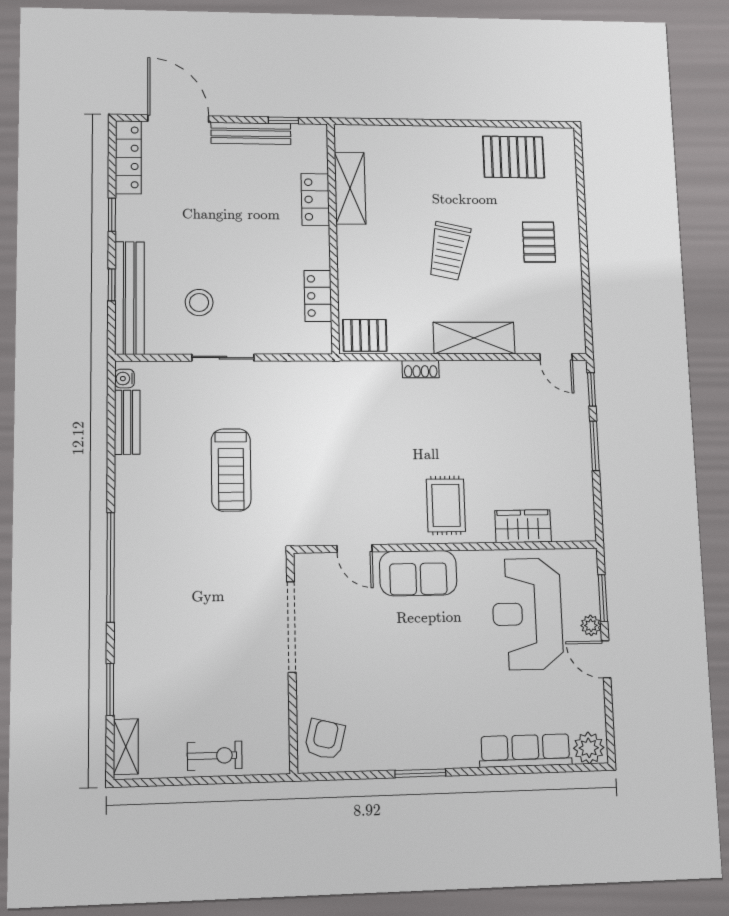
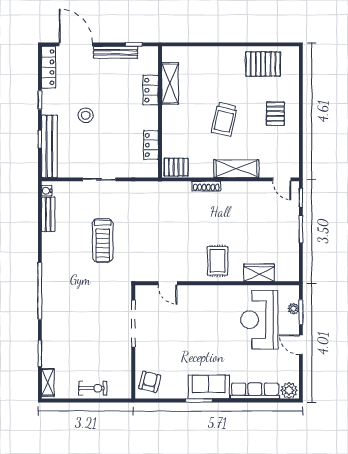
stool: (199, 302) -> (86, 115), moved
shoe rack: (421, 369) -> (206, 186), width x1.43
sofa: (418, 573) -> (209, 387), moved, turned 180
plant: (591, 625) -> (294, 309), moved

